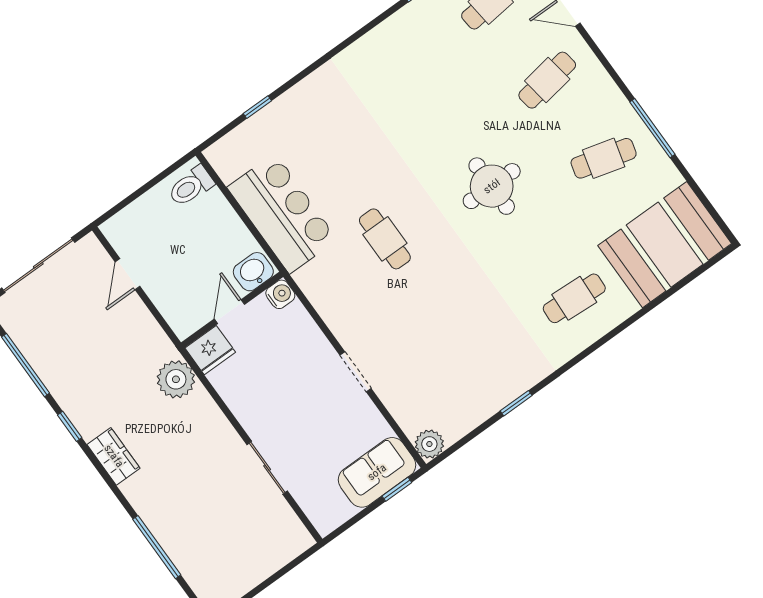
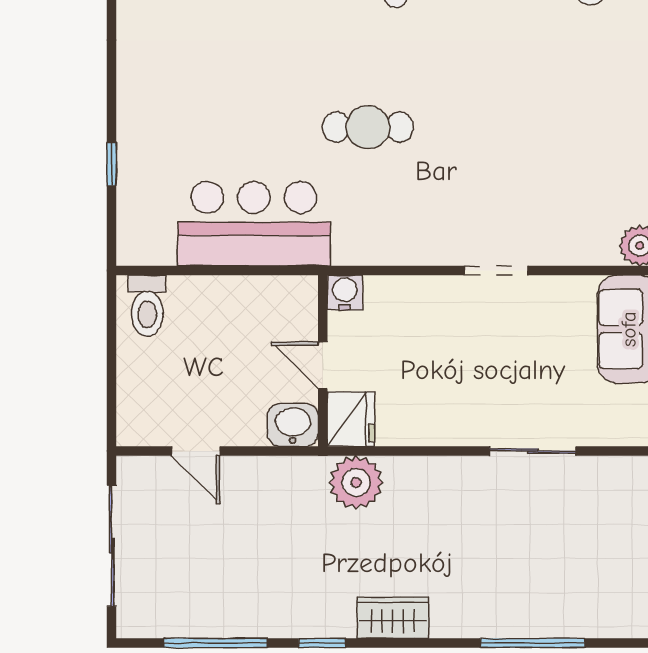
washbasin: (253, 272) -> (293, 425), moved, turned 90

